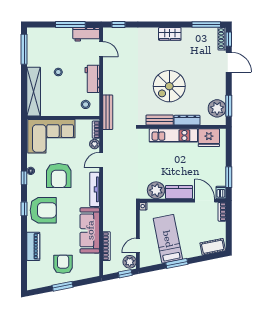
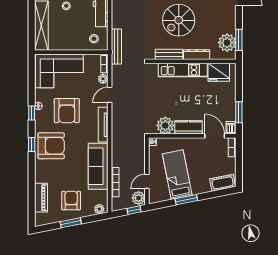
piano: (33, 246) -> (41, 198), moved
plant: (91, 273) -> (99, 209), added

